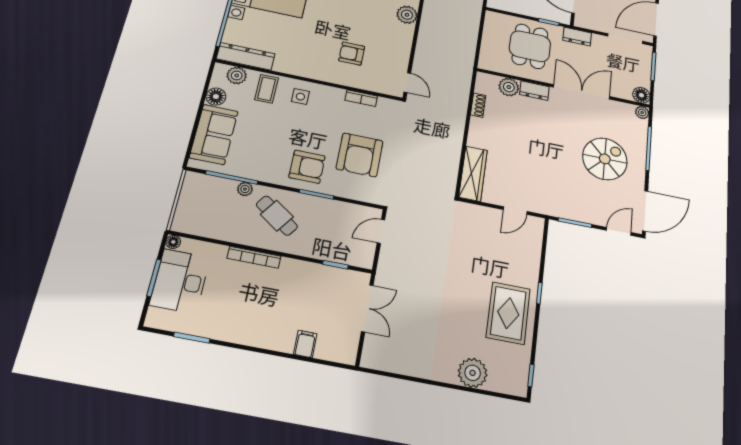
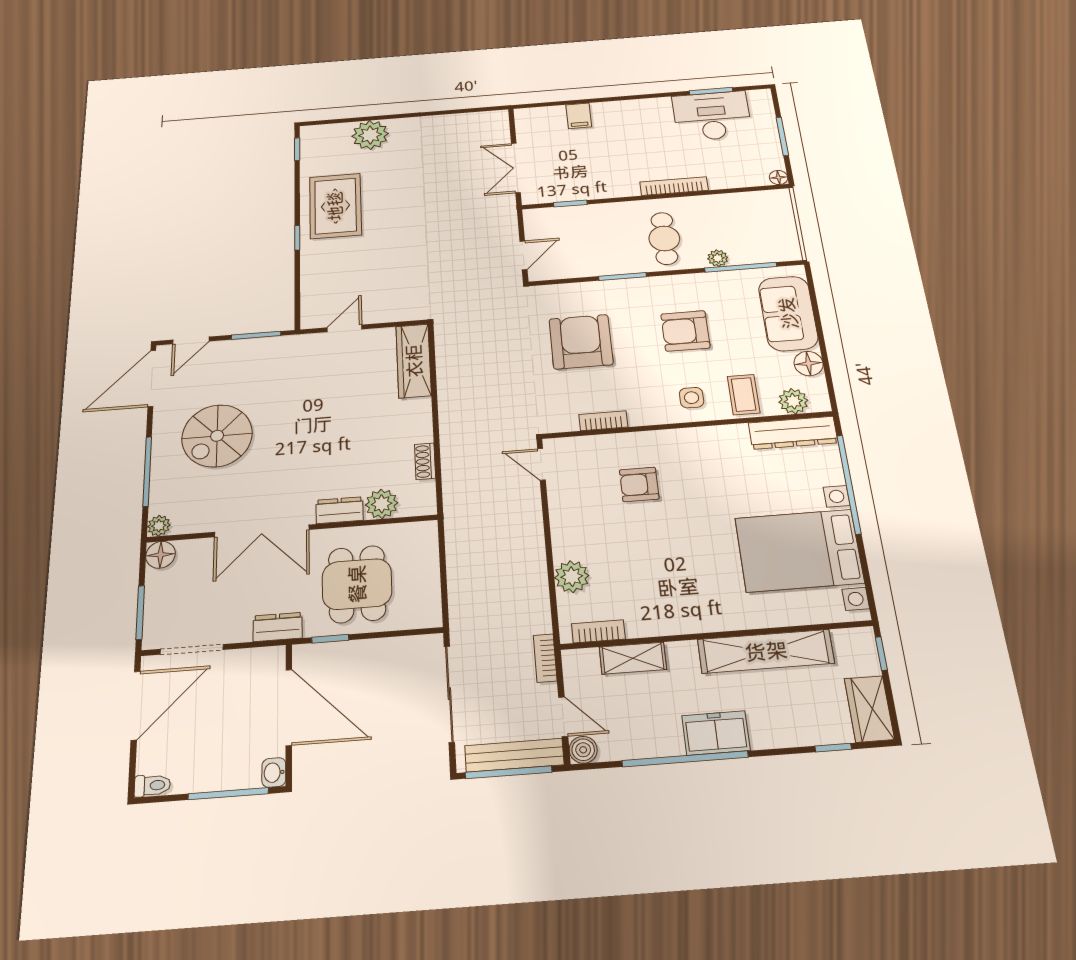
armchair: (352, 54) -> (639, 484), turned 180
armchair: (307, 167) -> (685, 331), moved
cafe table: (277, 216) -> (664, 238), turned 55
desk: (180, 281) -> (712, 116), moved, turned -90

